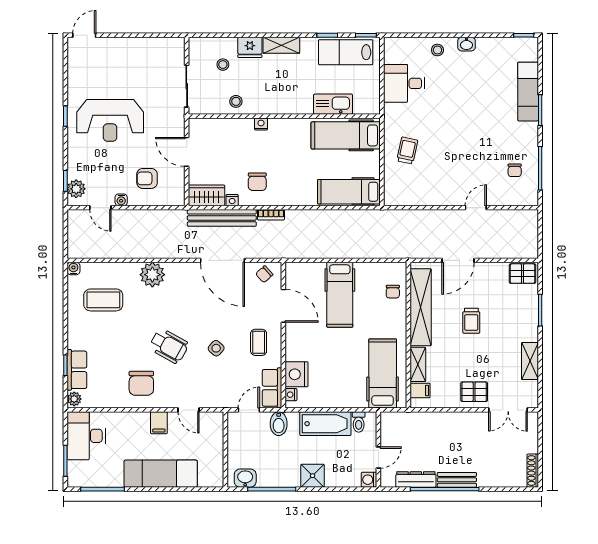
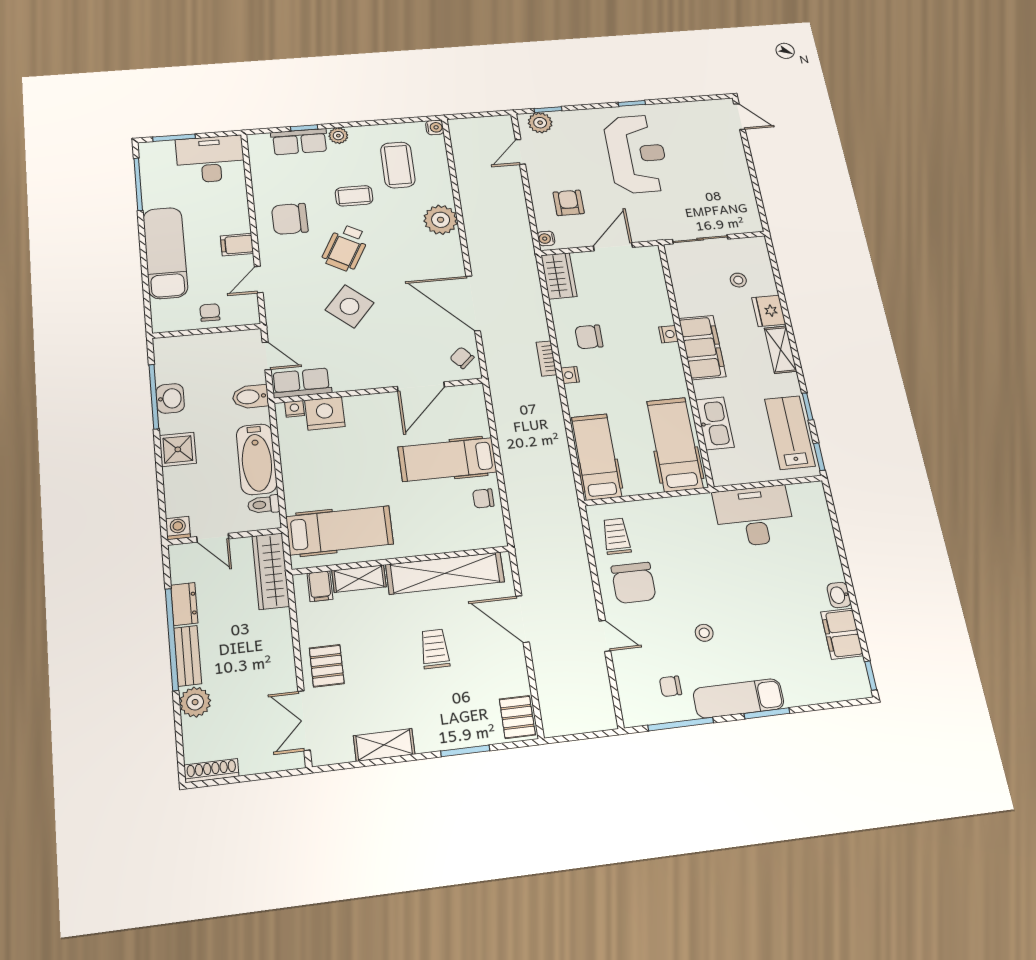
filing cabinet: (493, 48) -> (842, 634), added
stool: (437, 50) -> (704, 633), moved
desk: (404, 83) -> (754, 516), width x1.37
exam couch: (528, 92) -> (739, 698), moved
stool: (236, 101) -> (693, 300), removed
filing cabinet: (274, 102) -> (702, 347), added
reception desk: (110, 120) -> (637, 154), turned 180
trolley: (407, 151) -> (616, 536), moved, turned -102
chair: (442, 182) -> (634, 583), added
water cooler: (121, 200) -> (546, 238), moved
nightstand: (232, 200) -> (570, 375), moved
bench: (222, 218) -> (531, 297), removed
door: (222, 260) -> (473, 303), hinge flipped
chair: (393, 292) -> (483, 498), moved
trolley: (471, 321) -> (435, 649), turned 90
coffee table: (259, 342) -> (354, 196), moved
side table: (216, 348) -> (350, 306), width x1.87, depth x1.87
plant: (74, 399) -> (338, 136), moved
wardrobe: (406, 422) -> (271, 571), added
chair: (211, 446) -> (210, 313), added
plant: (488, 477) -> (195, 702), added
washbasin: (245, 478) -> (170, 398), moved
dresser: (416, 479) -> (184, 604), width x0.70

